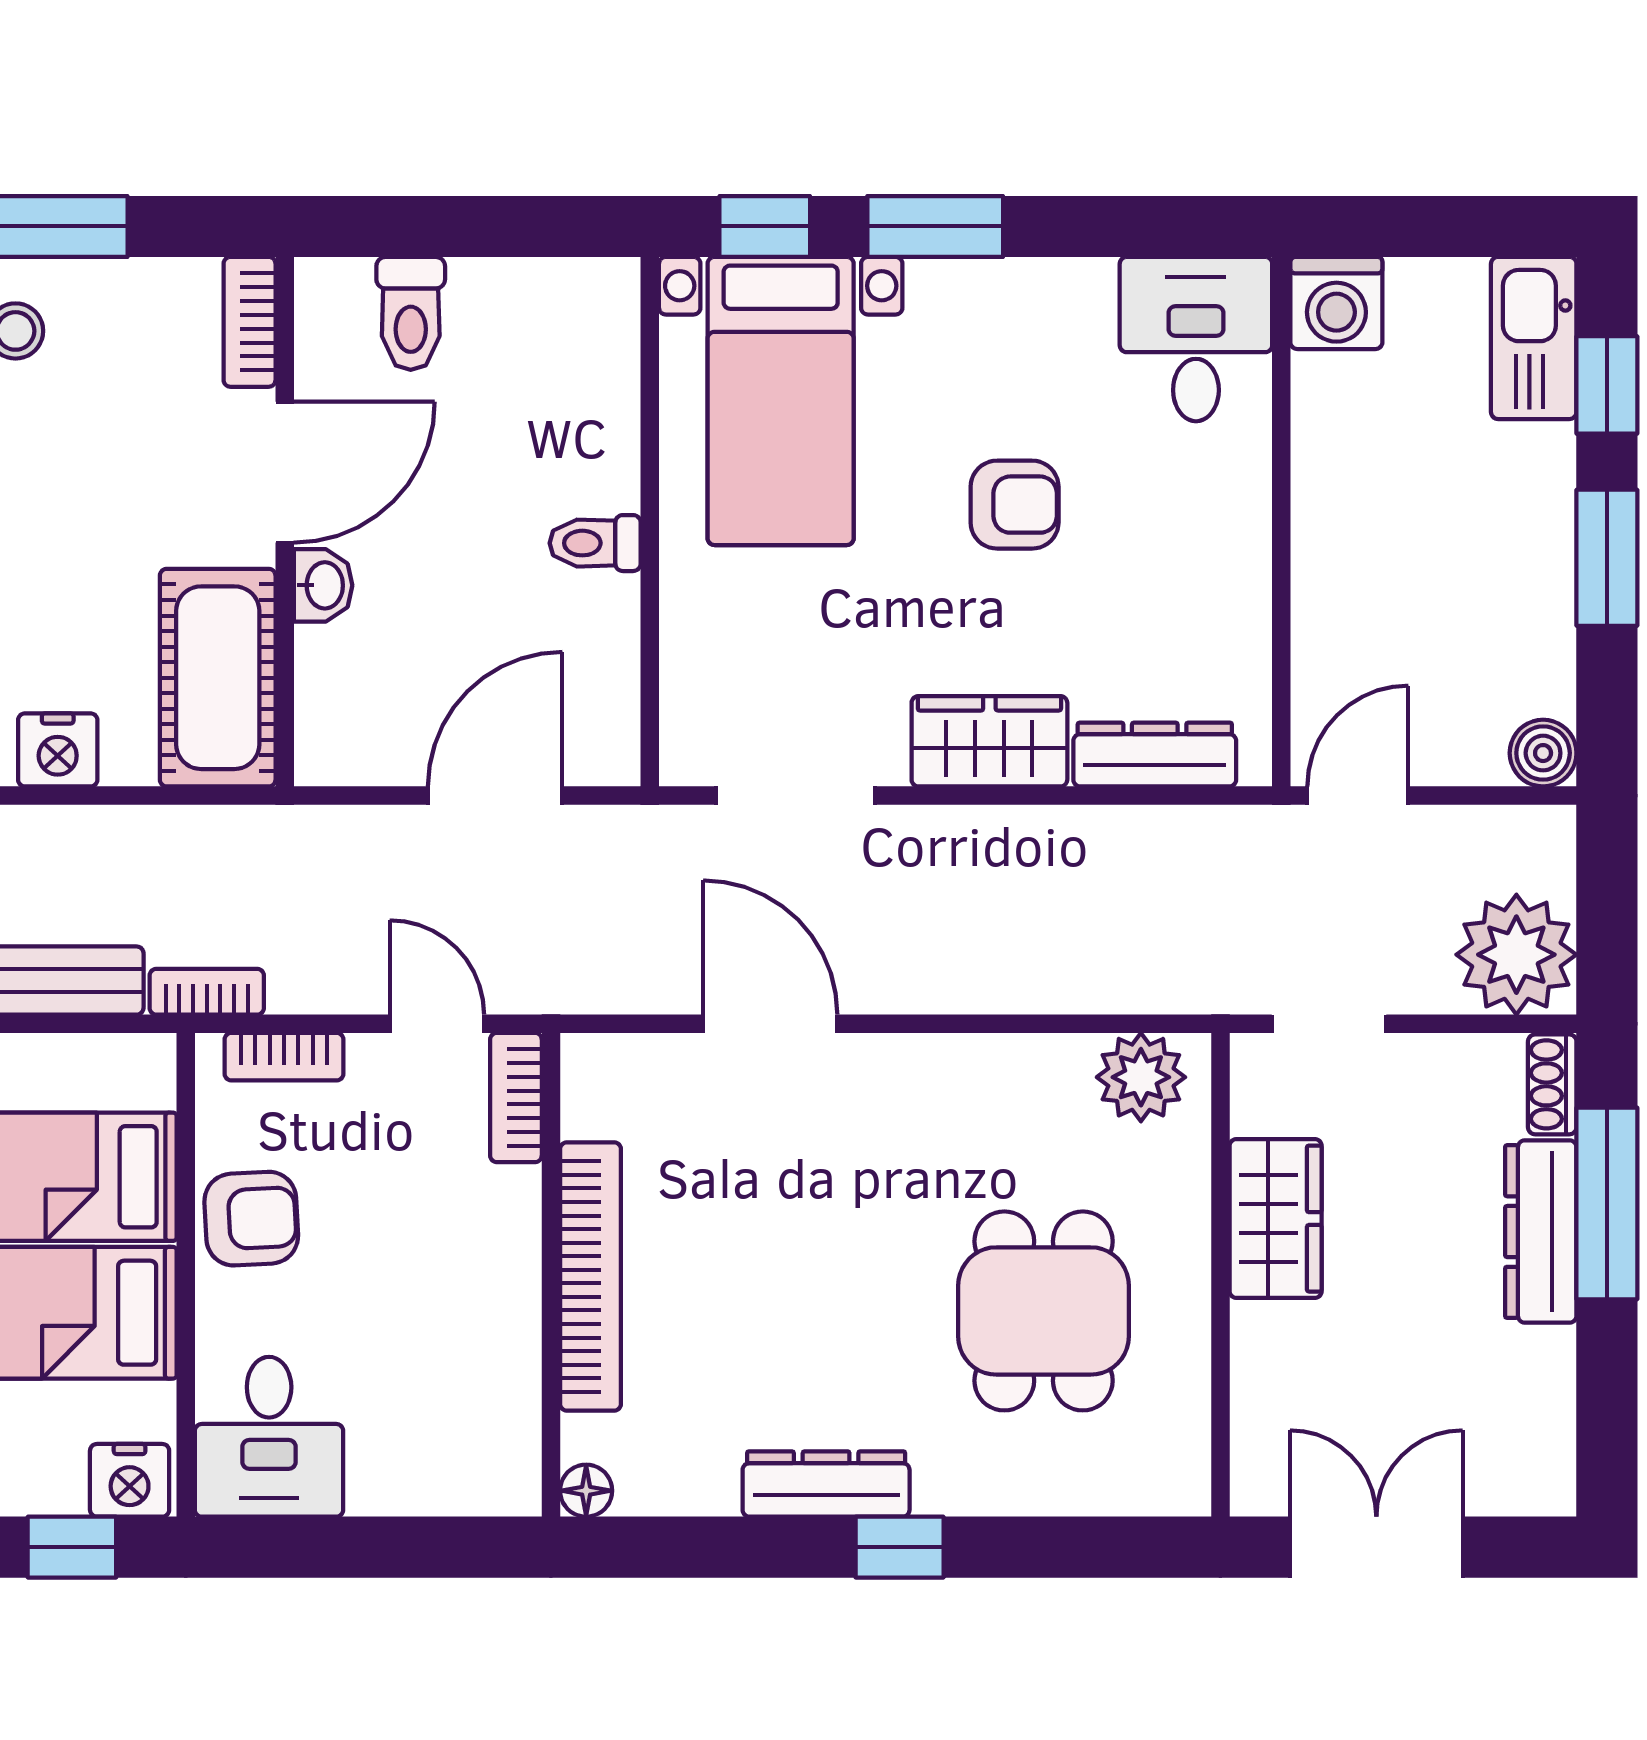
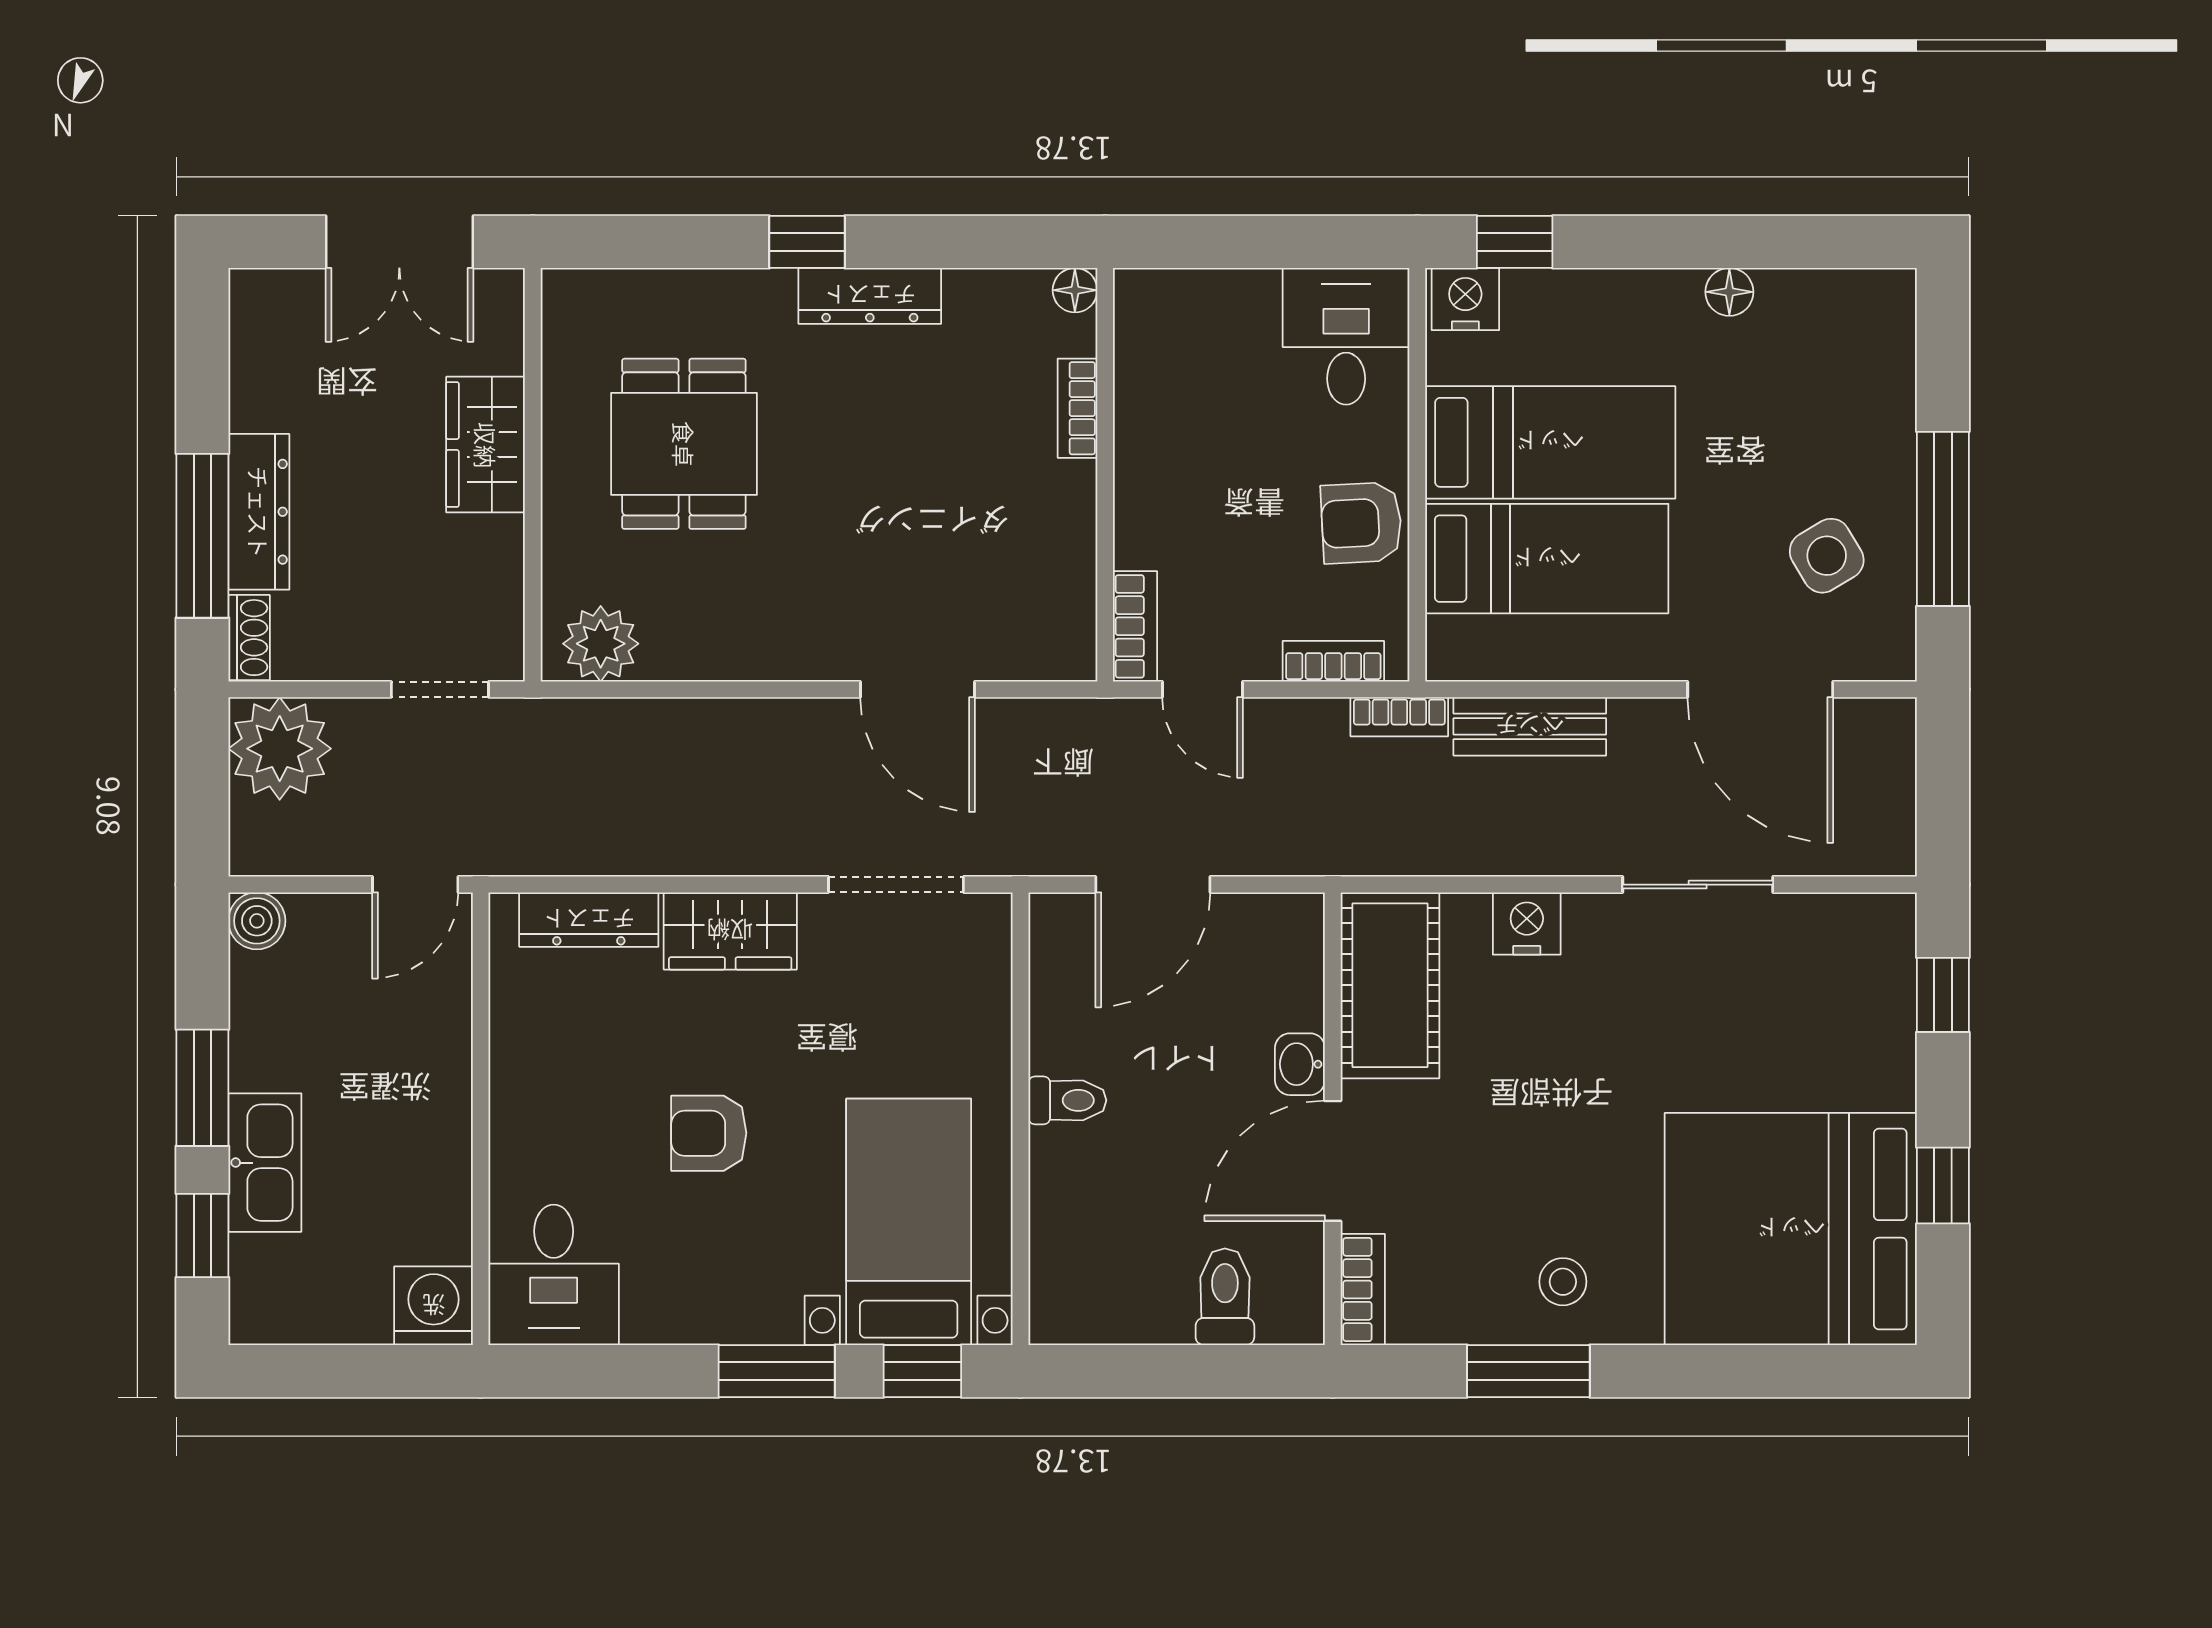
kitchen sink: (1534, 338) -> (265, 1163), moved
wardrobe: (1276, 1219) -> (486, 445), moved
bookcase: (591, 1277) -> (1077, 408), width x0.43, depth x0.76

